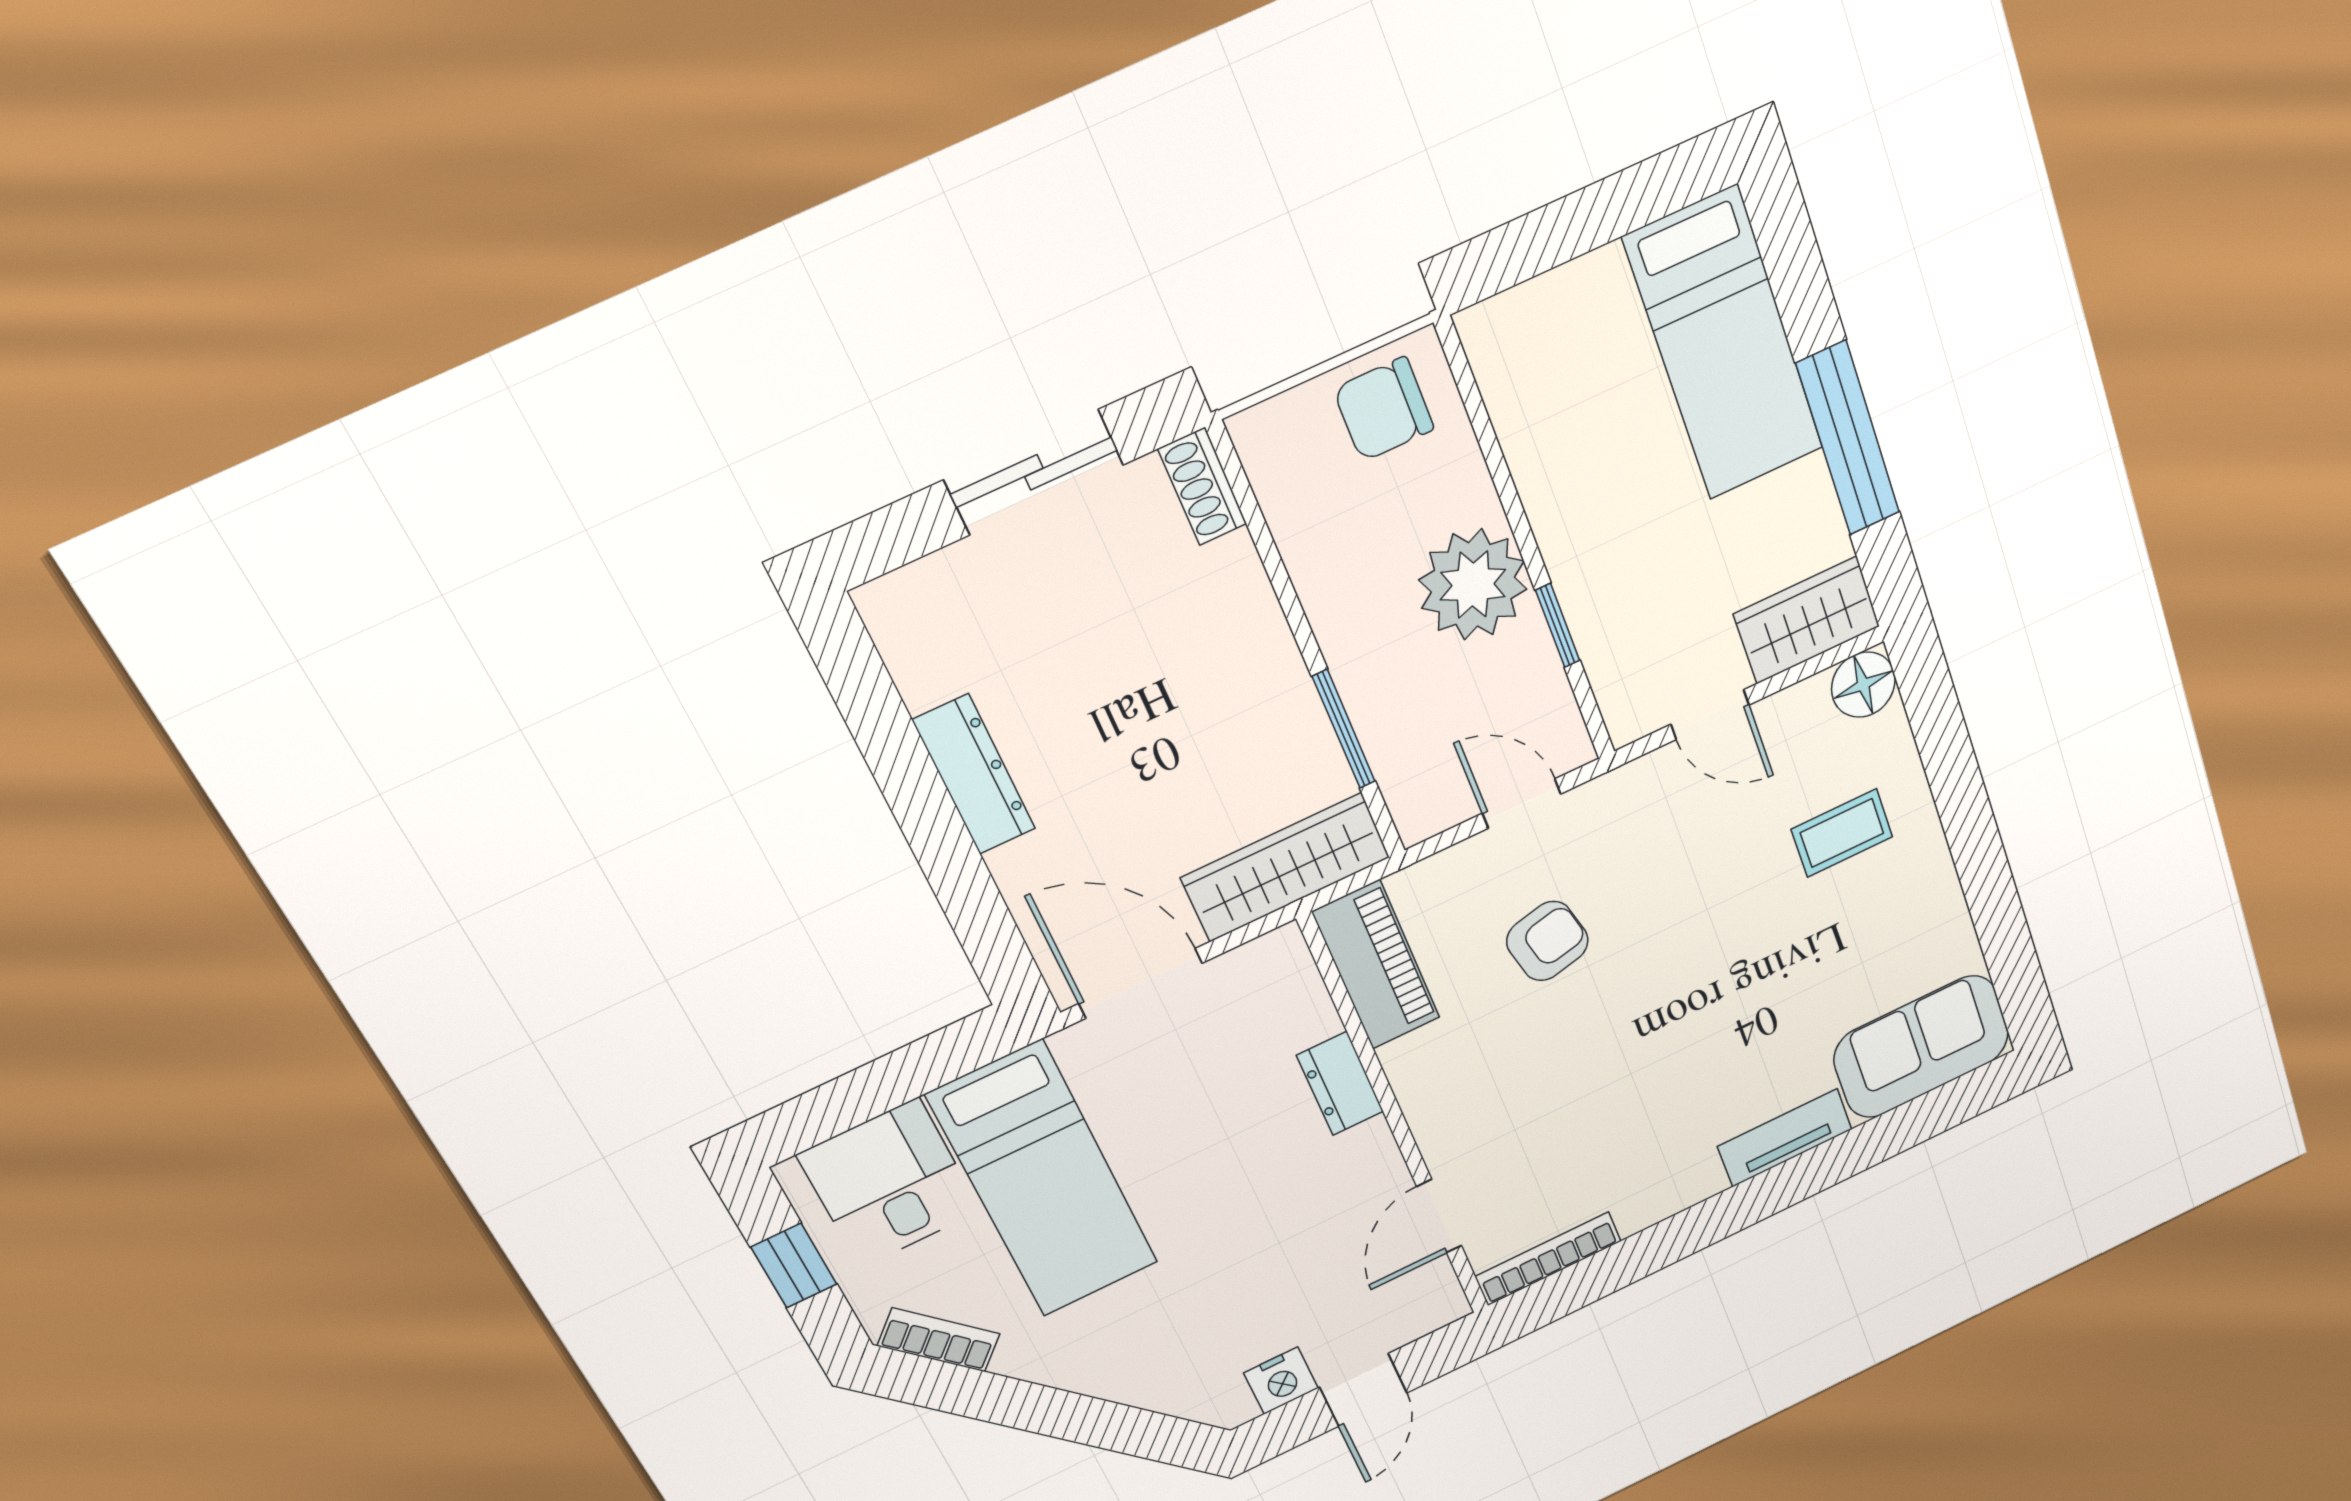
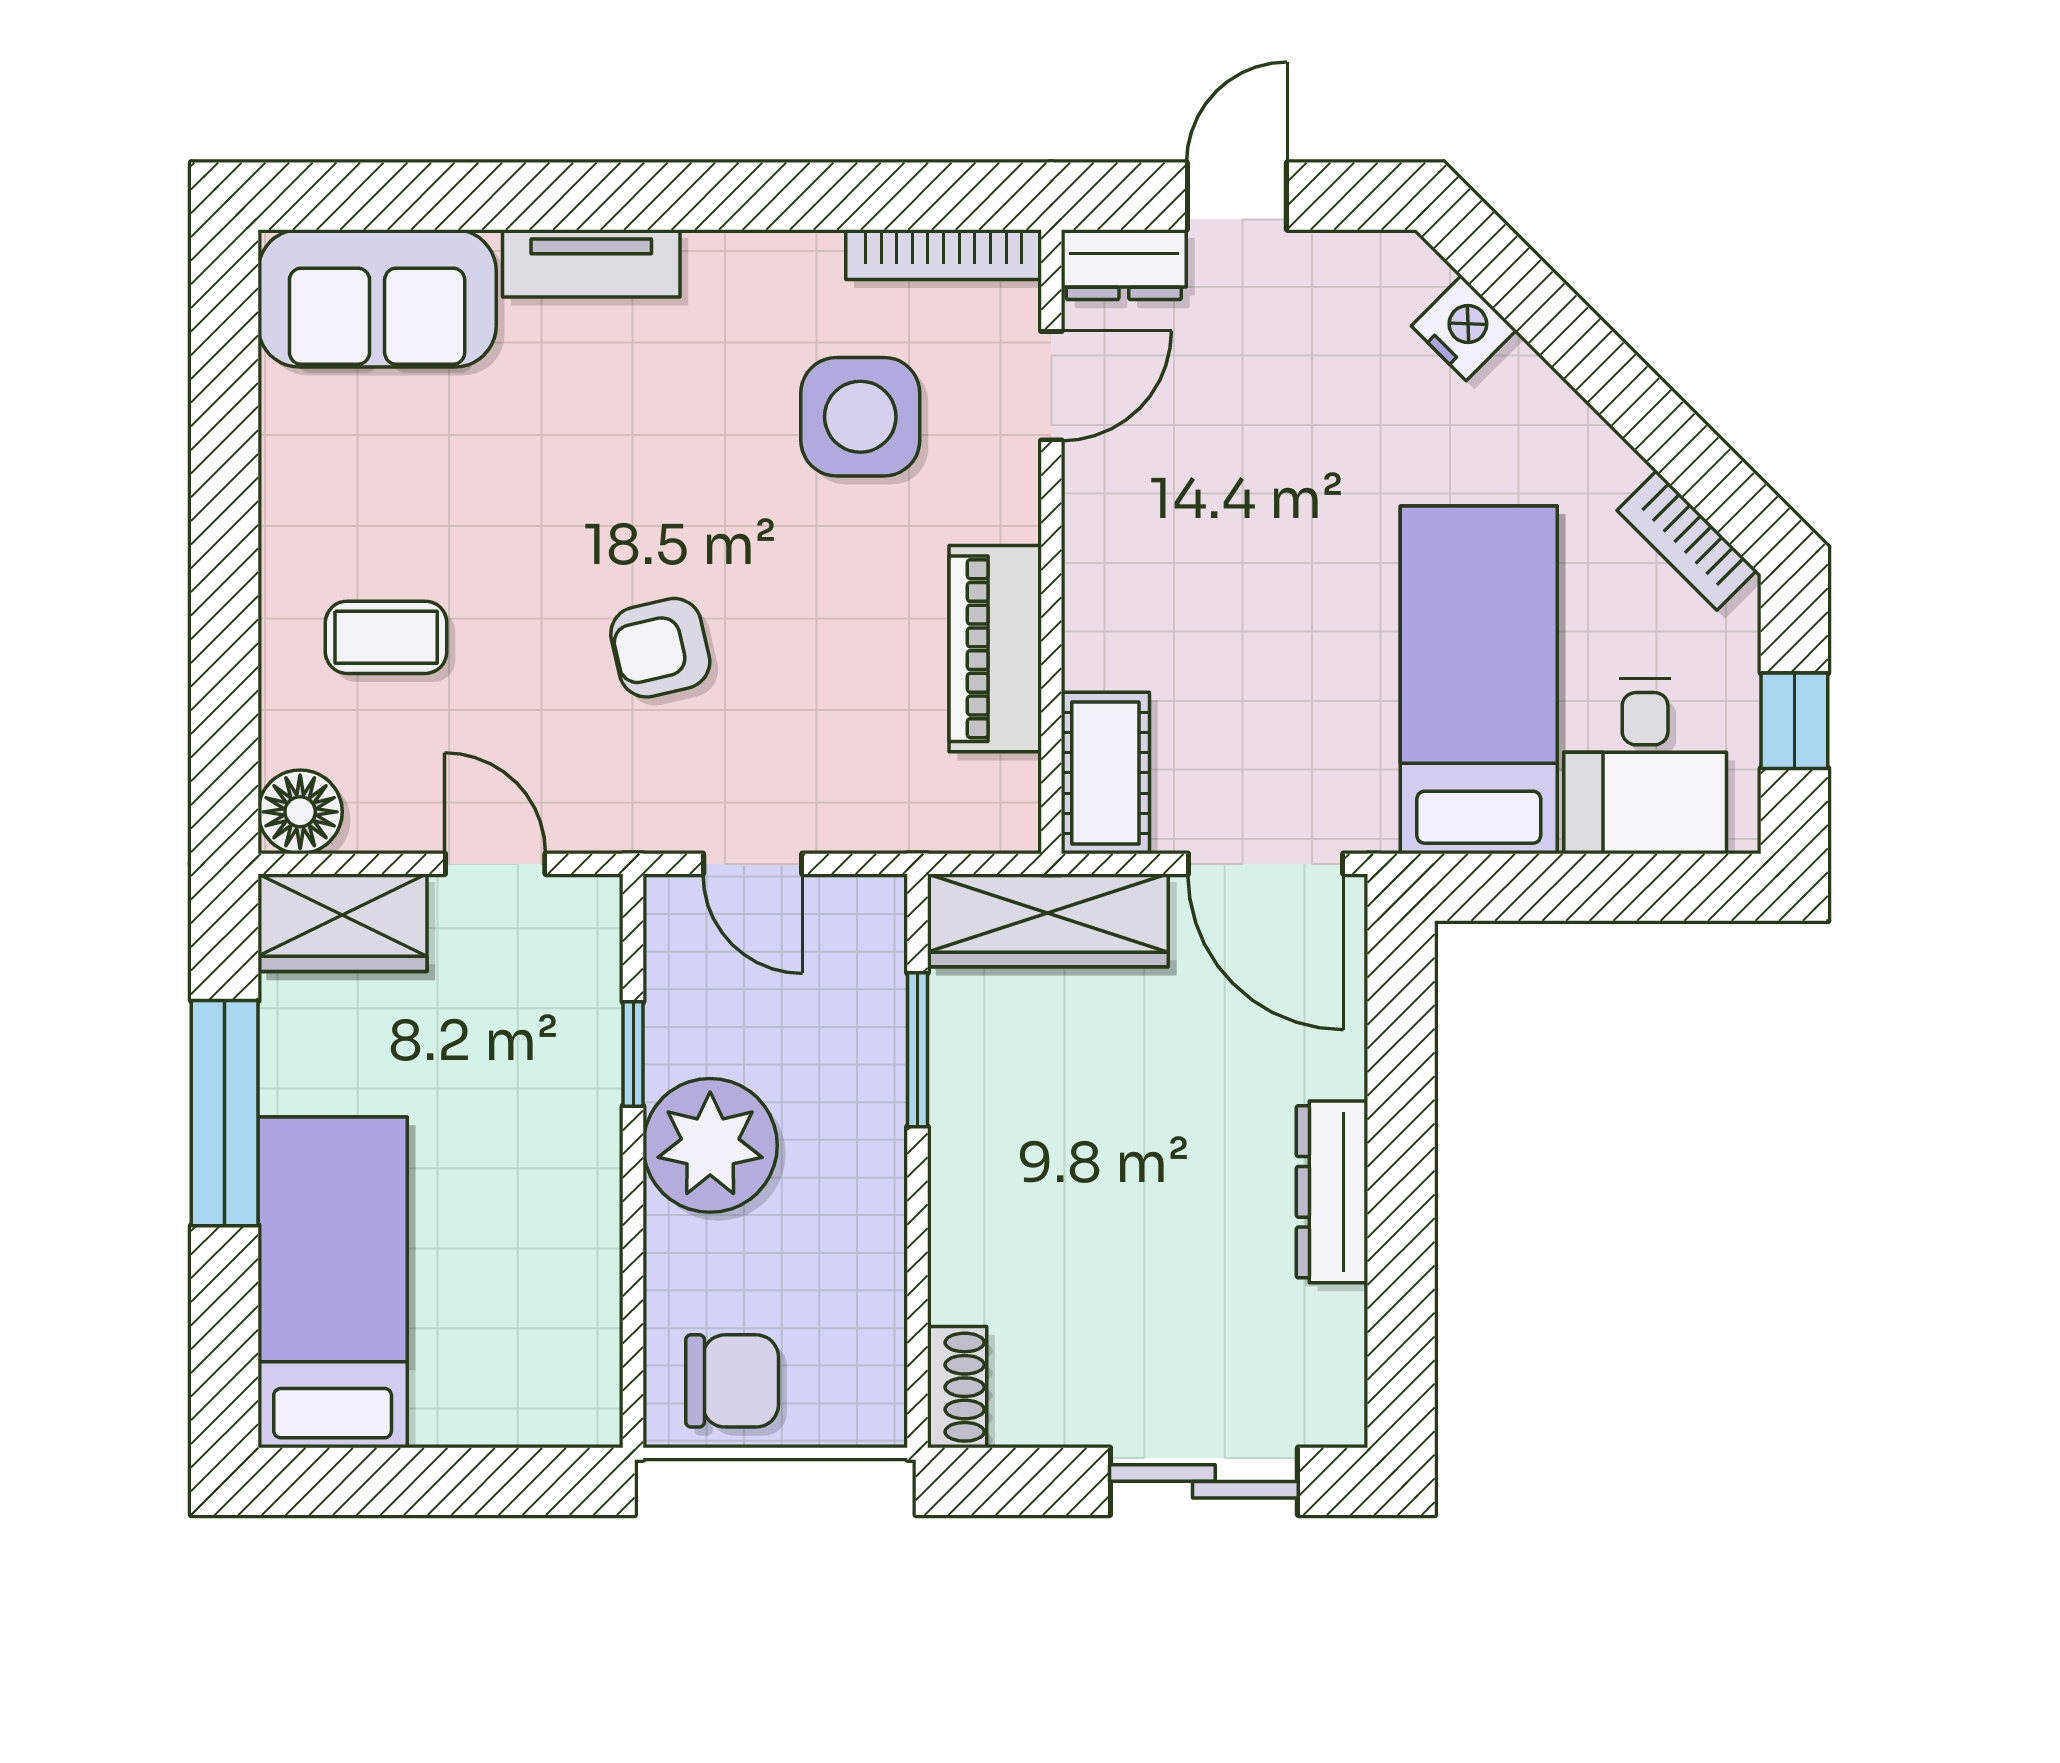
sliding door: (1034, 472) -> (1204, 1481), moved
armchair: (1547, 941) -> (660, 648), moved
piano: (1376, 965) -> (995, 649), moved
cot: (1289, 988) -> (1105, 773), added
dresser: (1340, 1084) -> (1124, 265), moved, turned 90
side table: (1564, 1133) -> (860, 417), added
nightstand: (1281, 1381) -> (1464, 328), moved, turned 45

